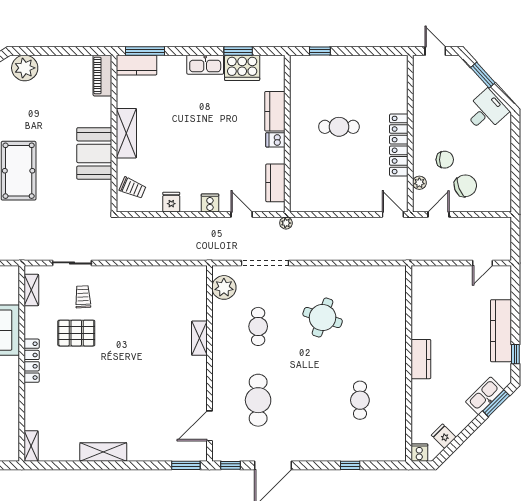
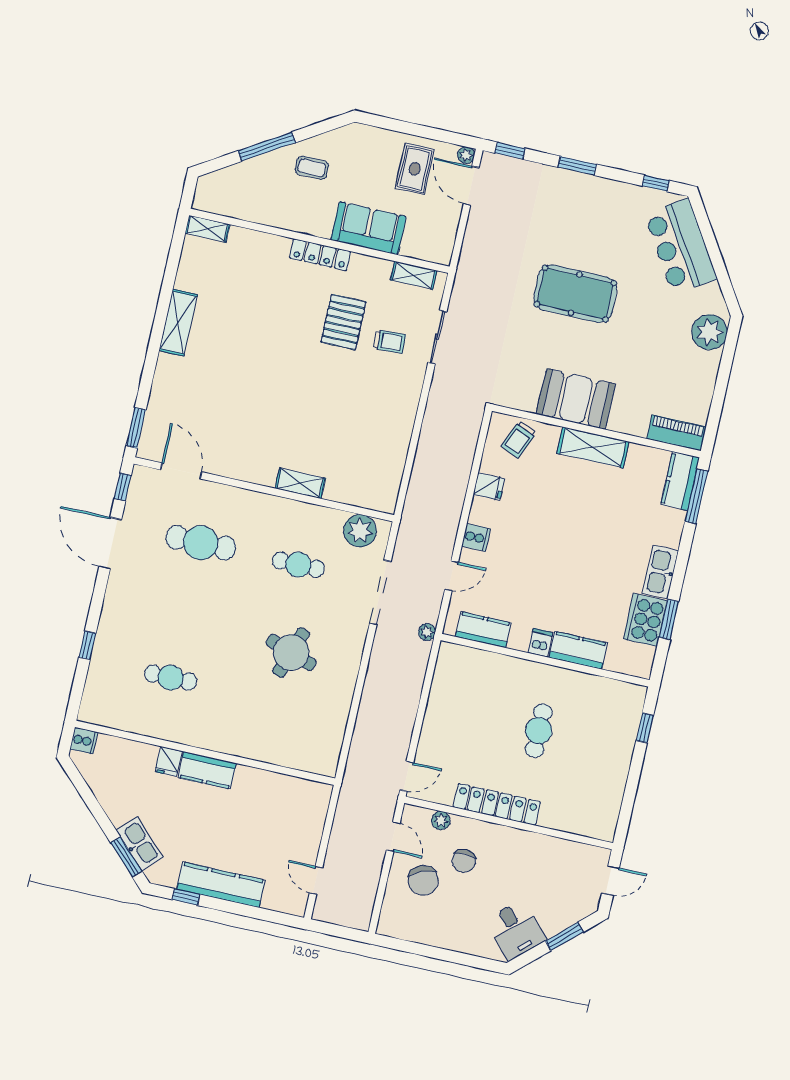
fridge: (444, 436) -> (169, 761), moved, turned 135

